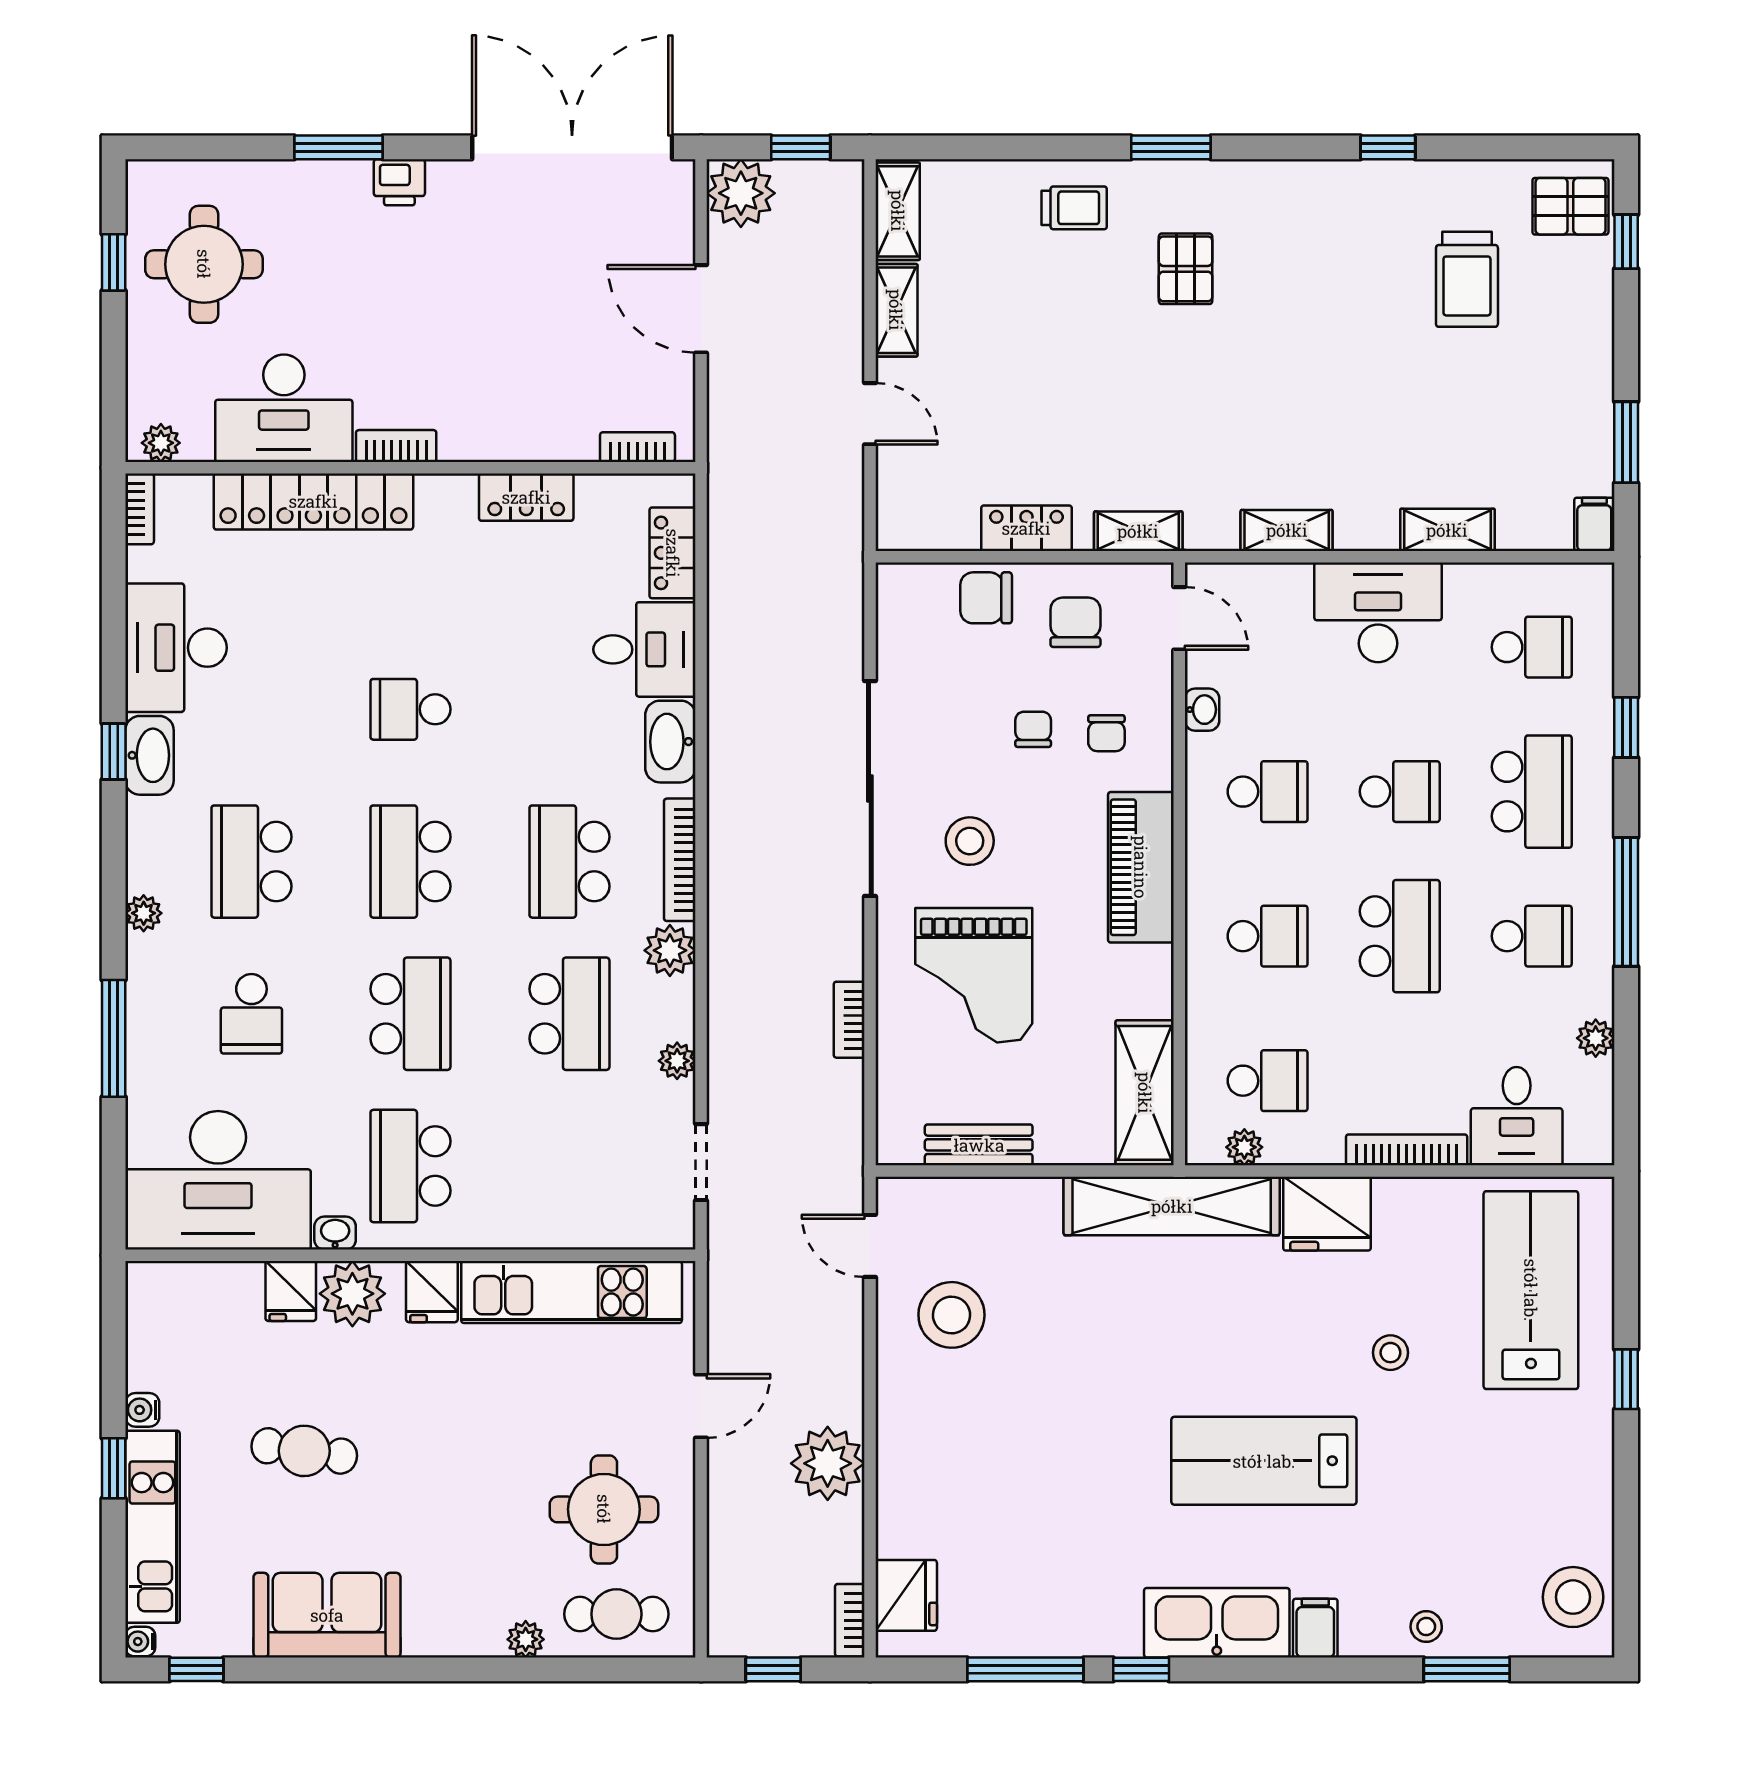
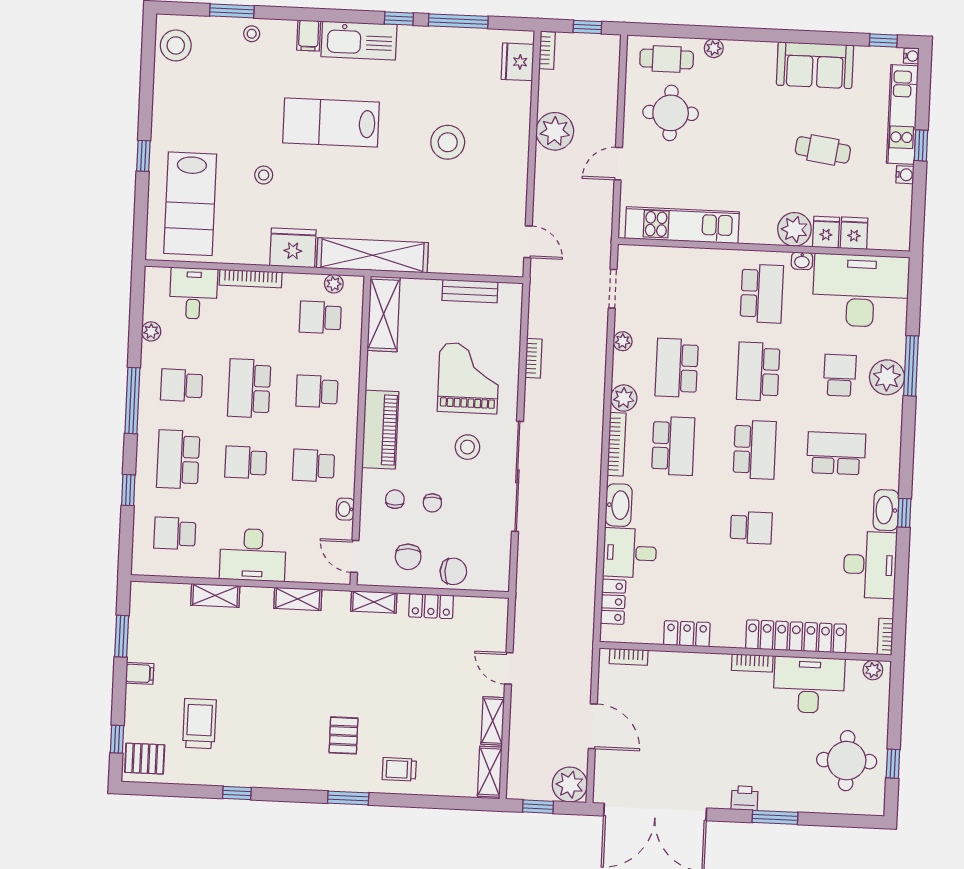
filing cabinet: (1594, 524) -> (140, 673), moved, turned -90
school desk: (251, 862) -> (836, 453), turned -90
plant: (144, 913) -> (887, 377), moved, width x1.87, depth x1.87
fridge: (432, 1292) -> (854, 233), moved
stool: (951, 1315) -> (448, 142), moved
lab bench: (1264, 1461) -> (331, 123), turned 180

